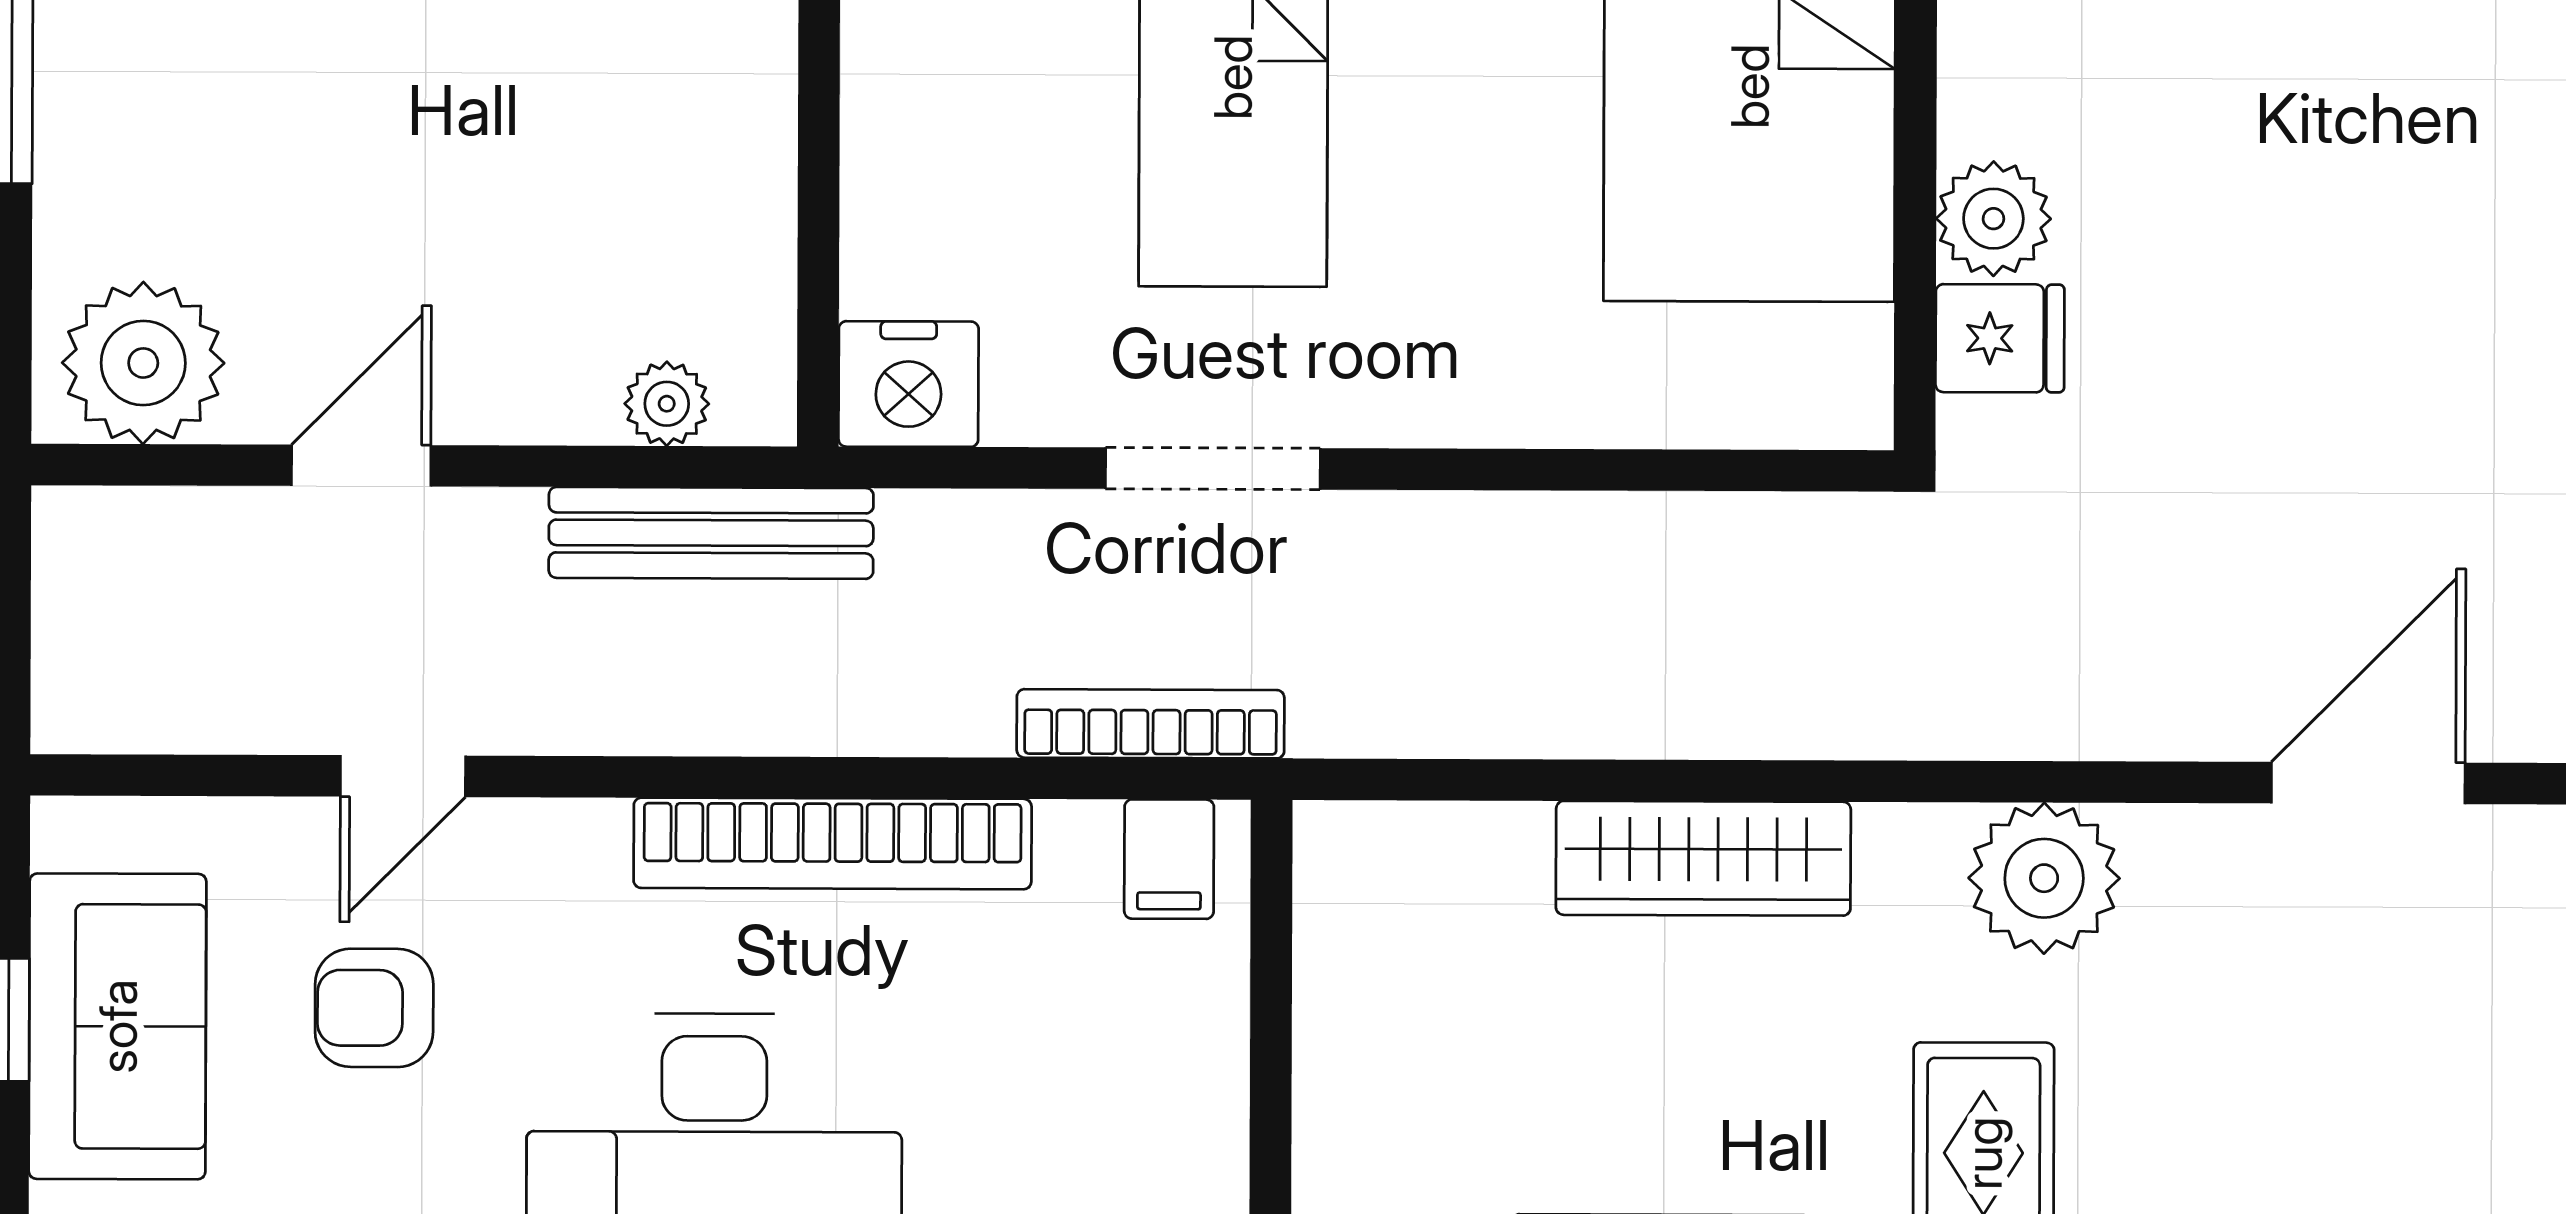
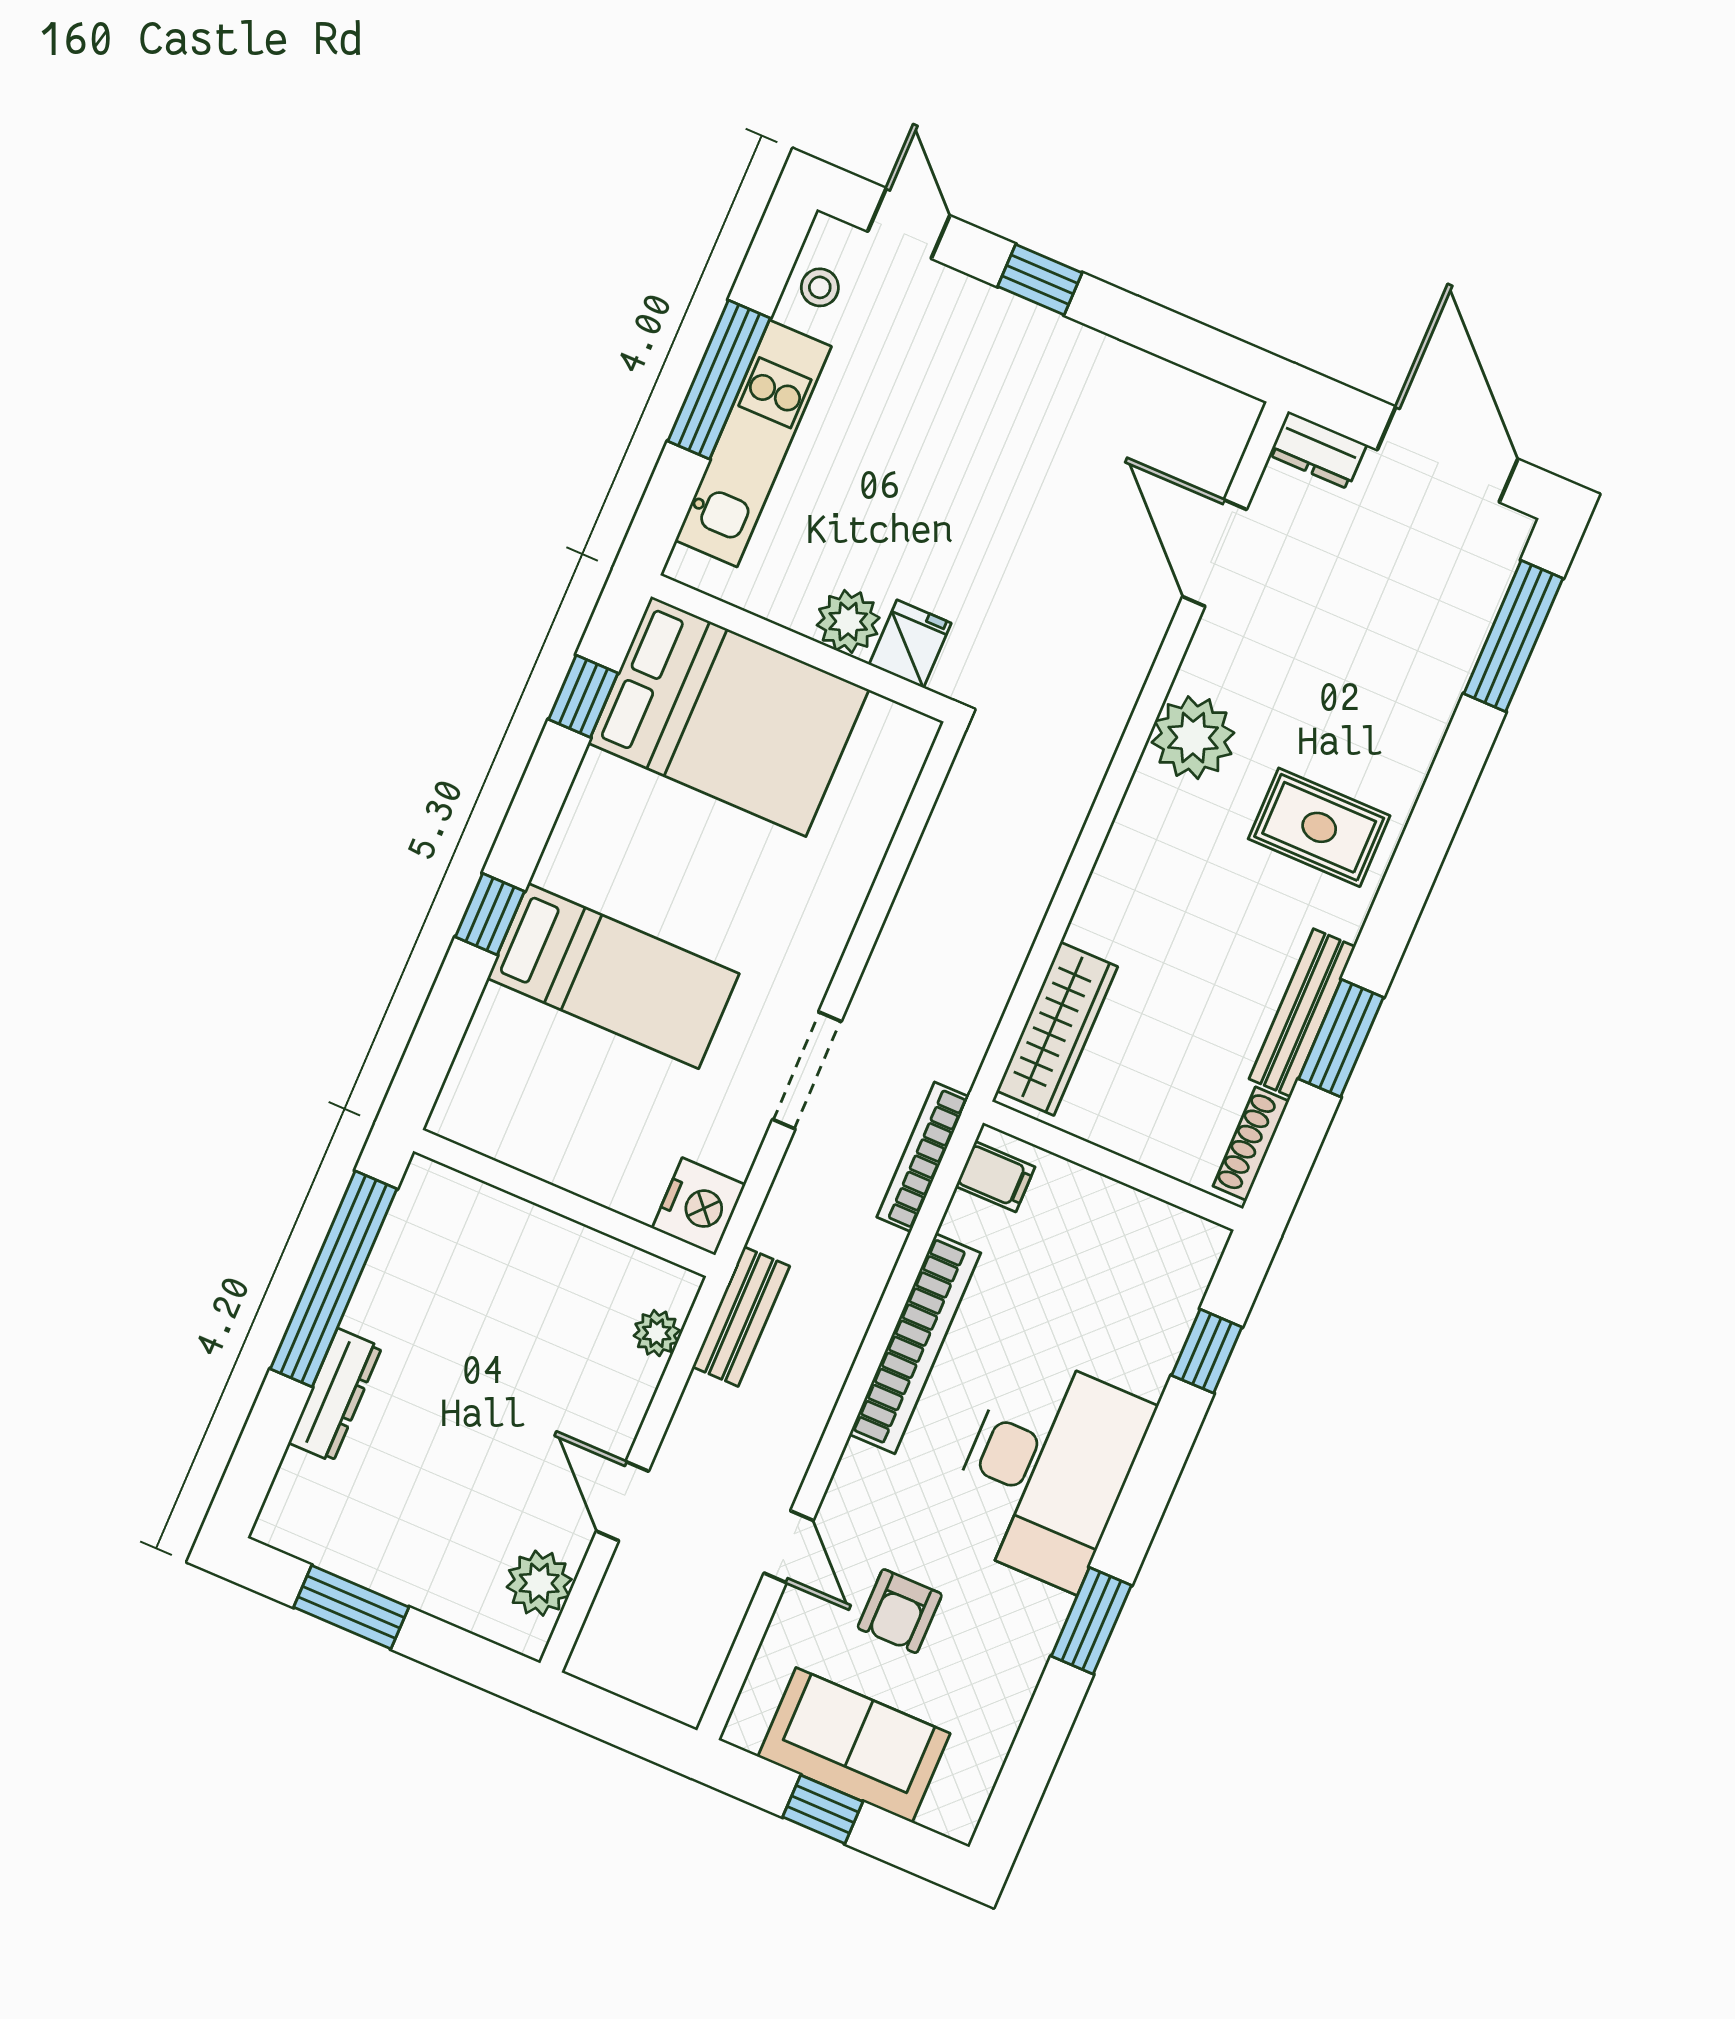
plant: (143, 363) -> (539, 1583), width x0.73, depth x0.73
bench: (711, 533) -> (741, 1317), width x0.73
wardrobe: (1703, 858) -> (1057, 1029), moved

